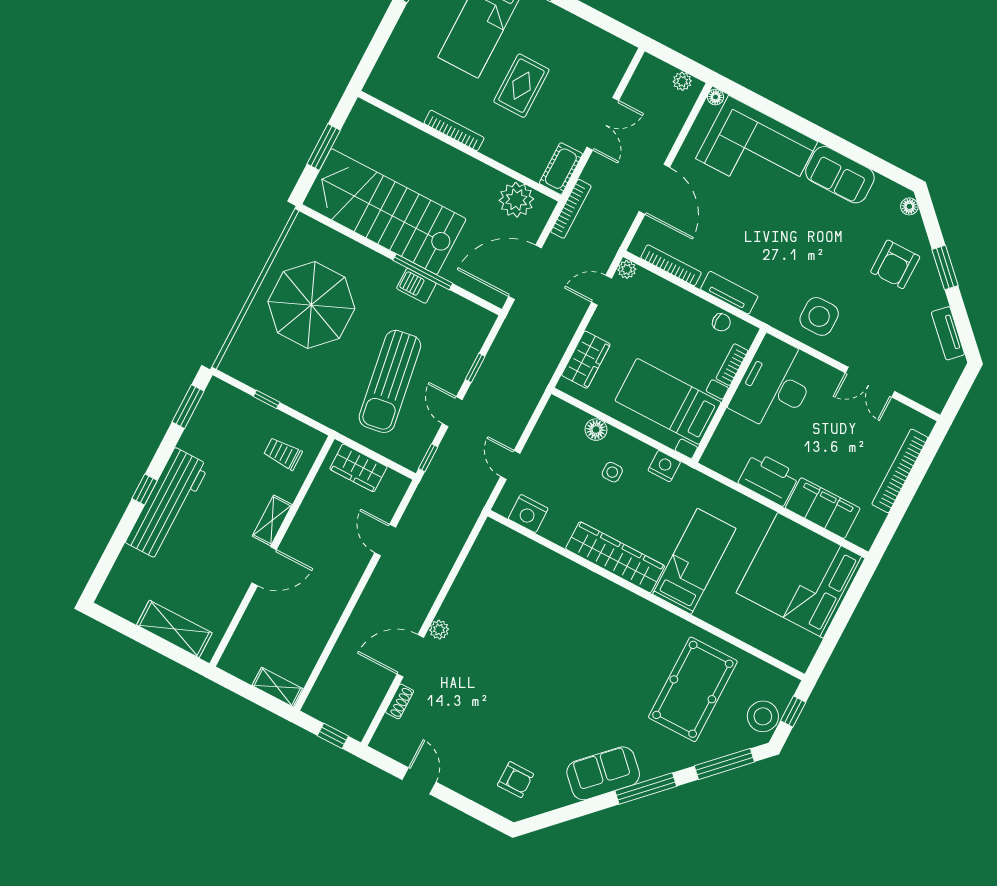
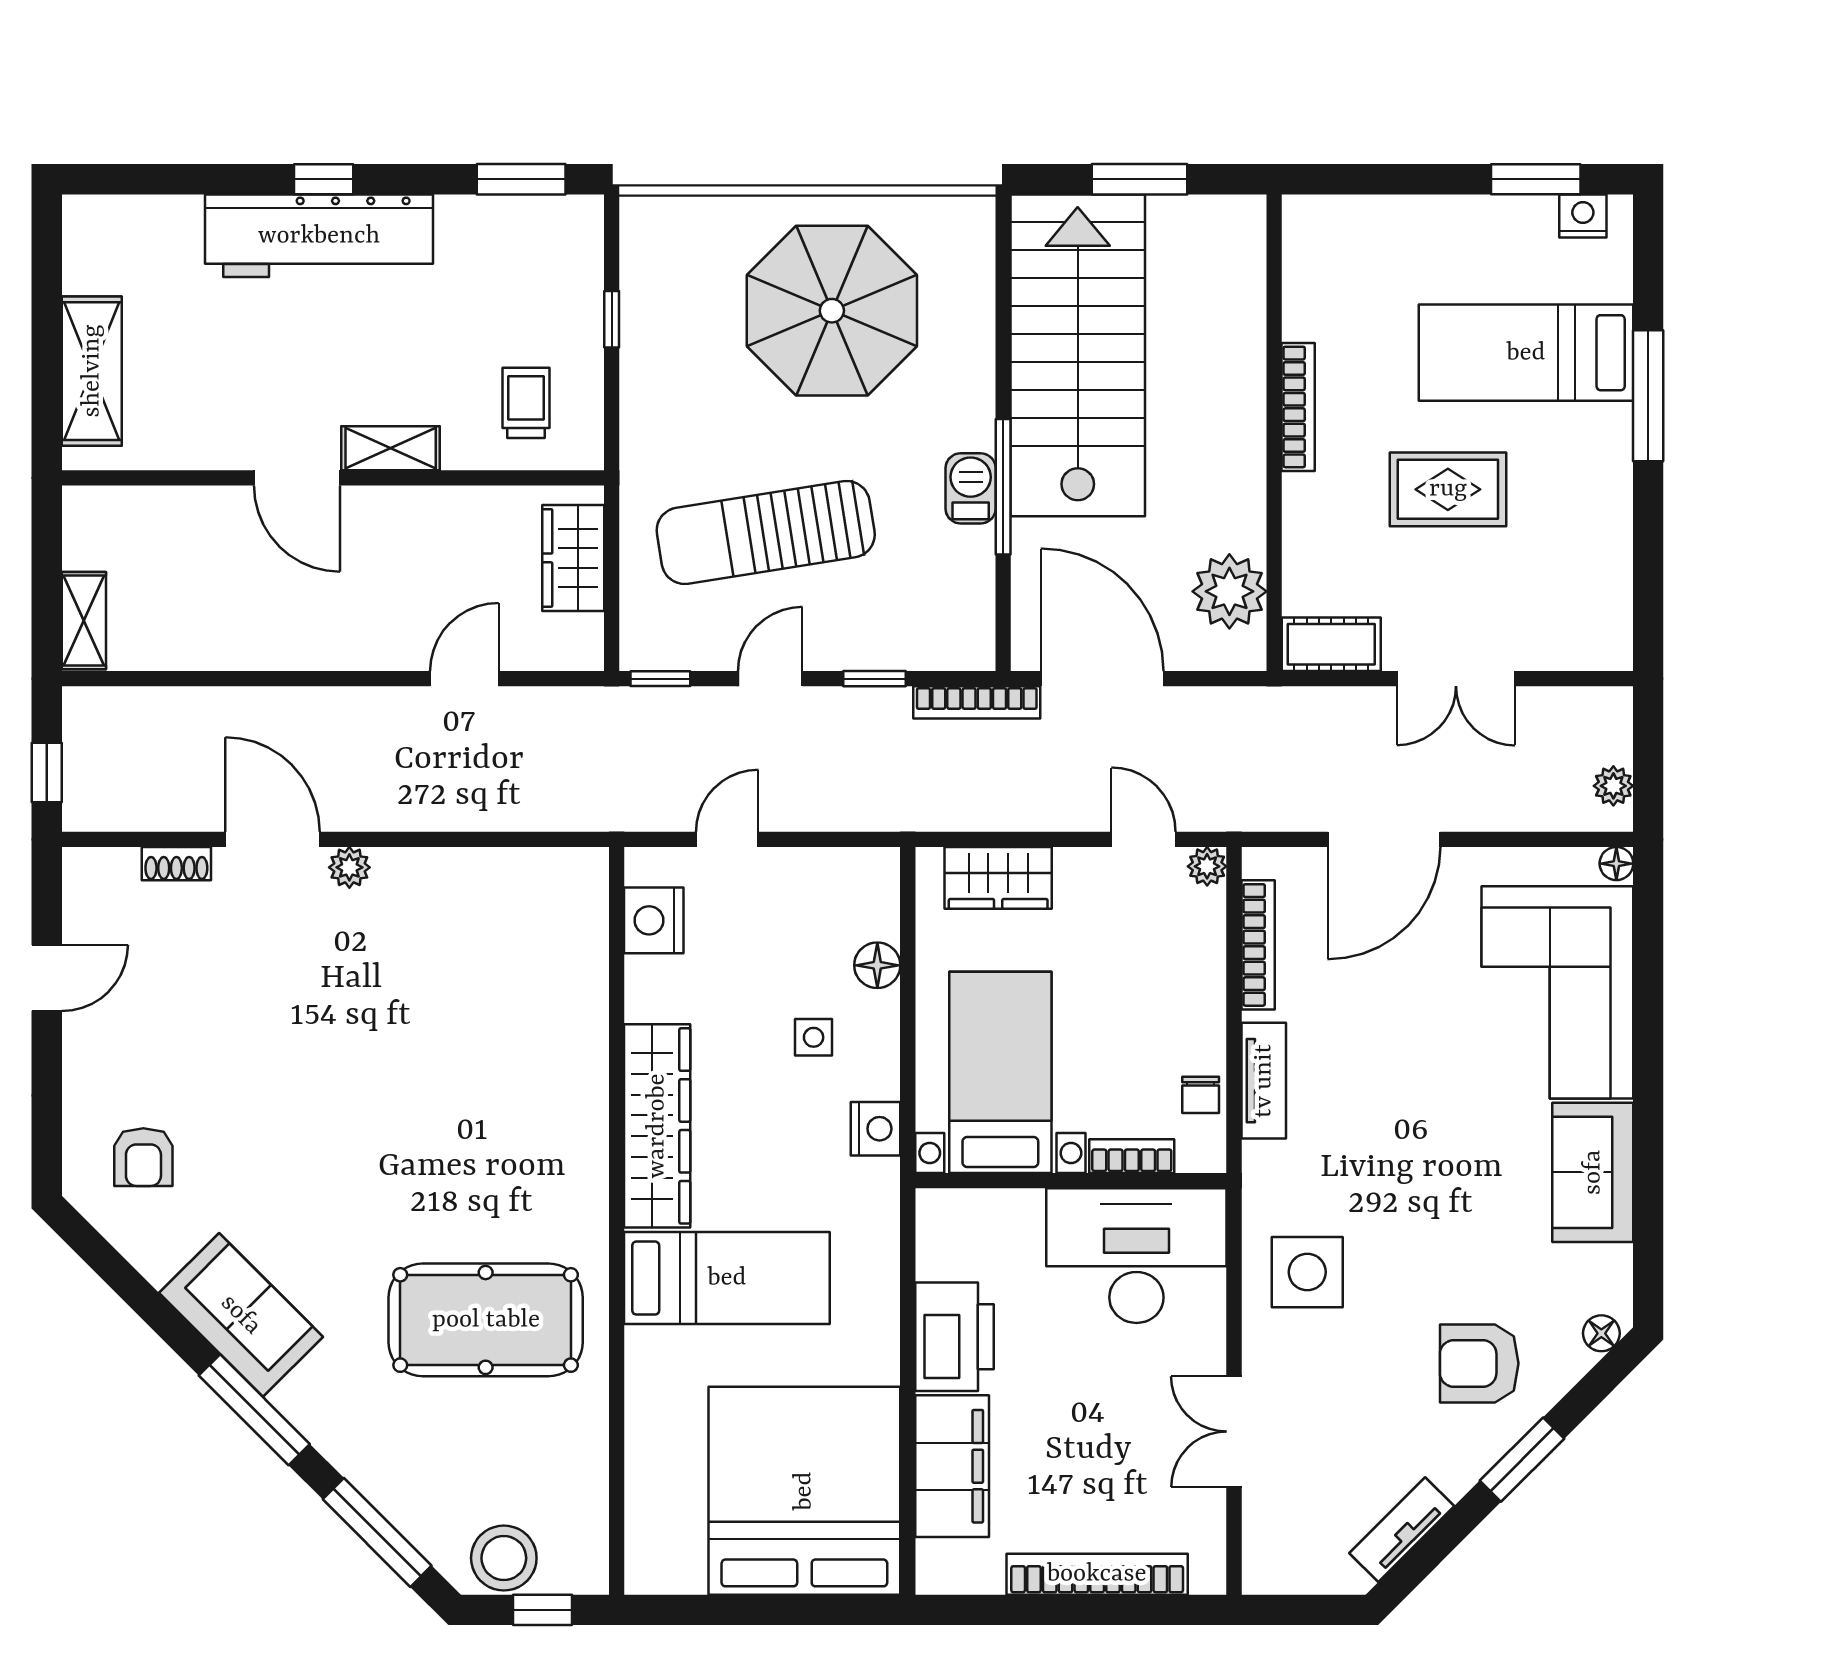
bookcase: (571, 209) -> (977, 702), moved
pool table: (693, 689) -> (486, 1320), moved

